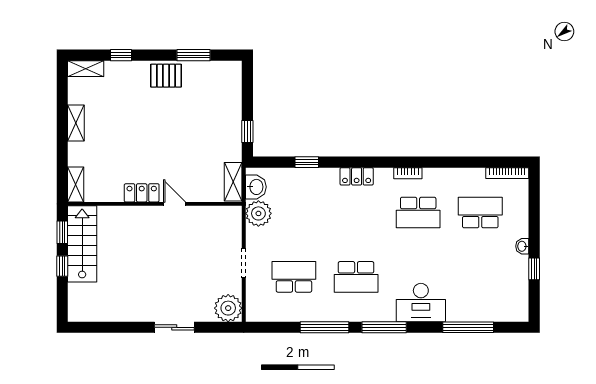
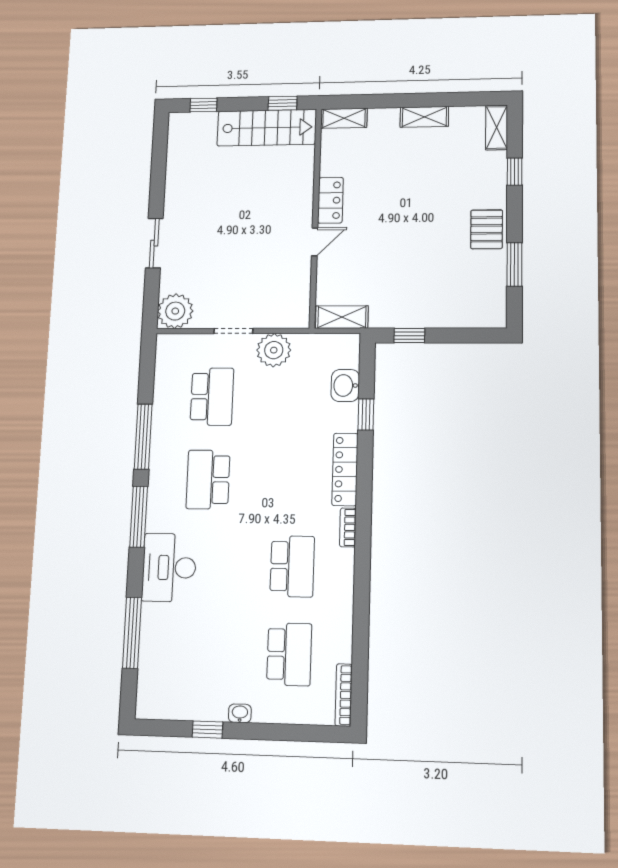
bookcase: (408, 173) -> (348, 527), moved
locker: (357, 176) -> (345, 469), width x1.53
washbasin: (256, 187) -> (345, 386), moved, turned 90
plant: (258, 213) -> (274, 350), moved
school desk: (418, 213) -> (292, 566), turned 180
window: (62, 266) -> (203, 105), moved

